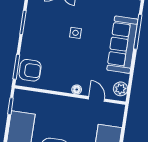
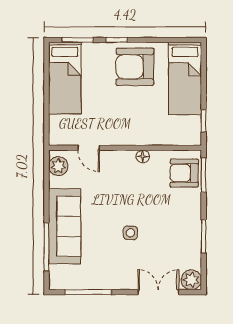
floor lamp: (77, 90) -> (143, 156), moved

